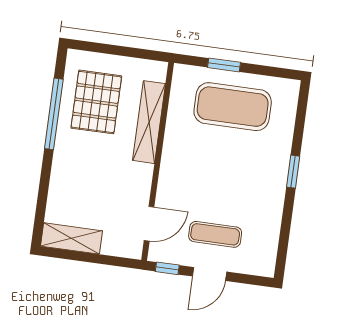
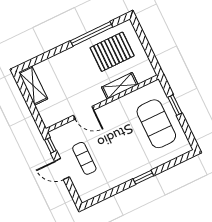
shelving: (149, 122) -> (120, 86), width x0.68
door: (149, 224) -> (84, 113), moved

